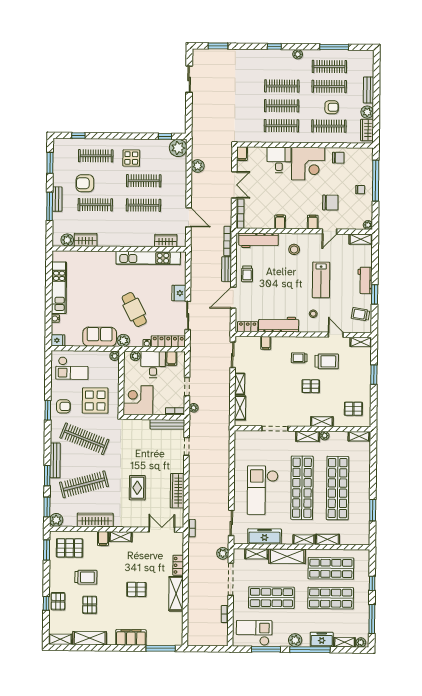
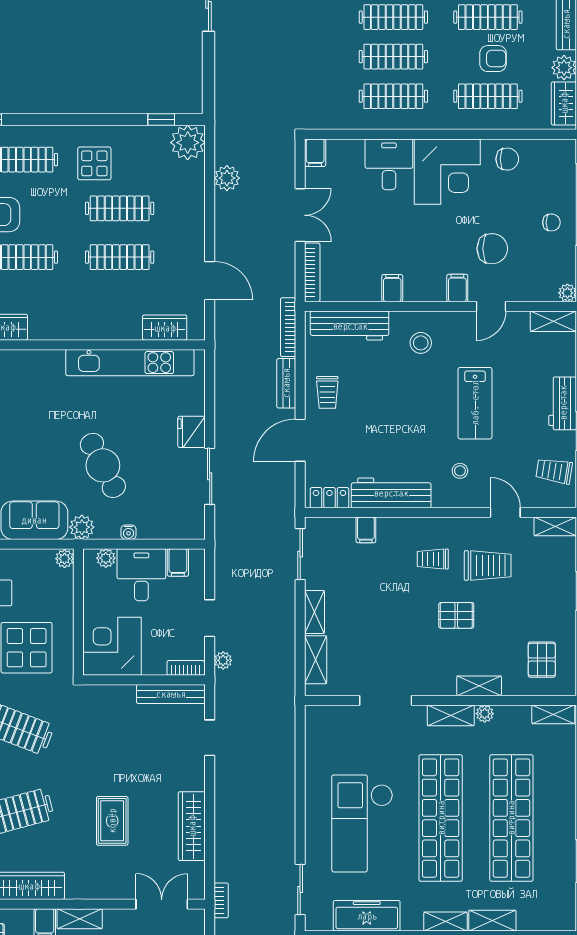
locker: (168, 341) -> (171, 528), removed
pallet: (353, 409) -> (542, 660), turned 90

